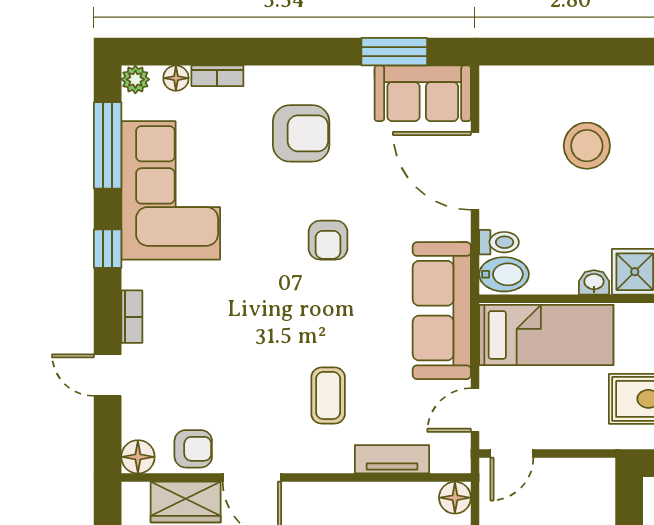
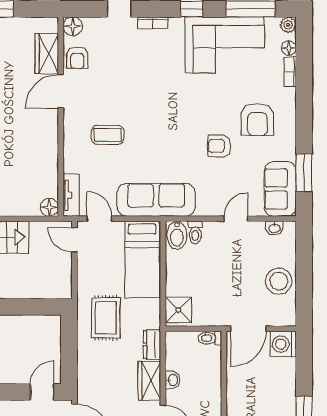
stool: (587, 146) -> (279, 281), moved
door: (475, 171) -> (236, 219), width x0.53
armchair: (328, 240) -> (219, 146), moved
washbasin: (594, 282) -> (274, 228), moved, turned 90
tv unit: (392, 459) -> (71, 195), moved

